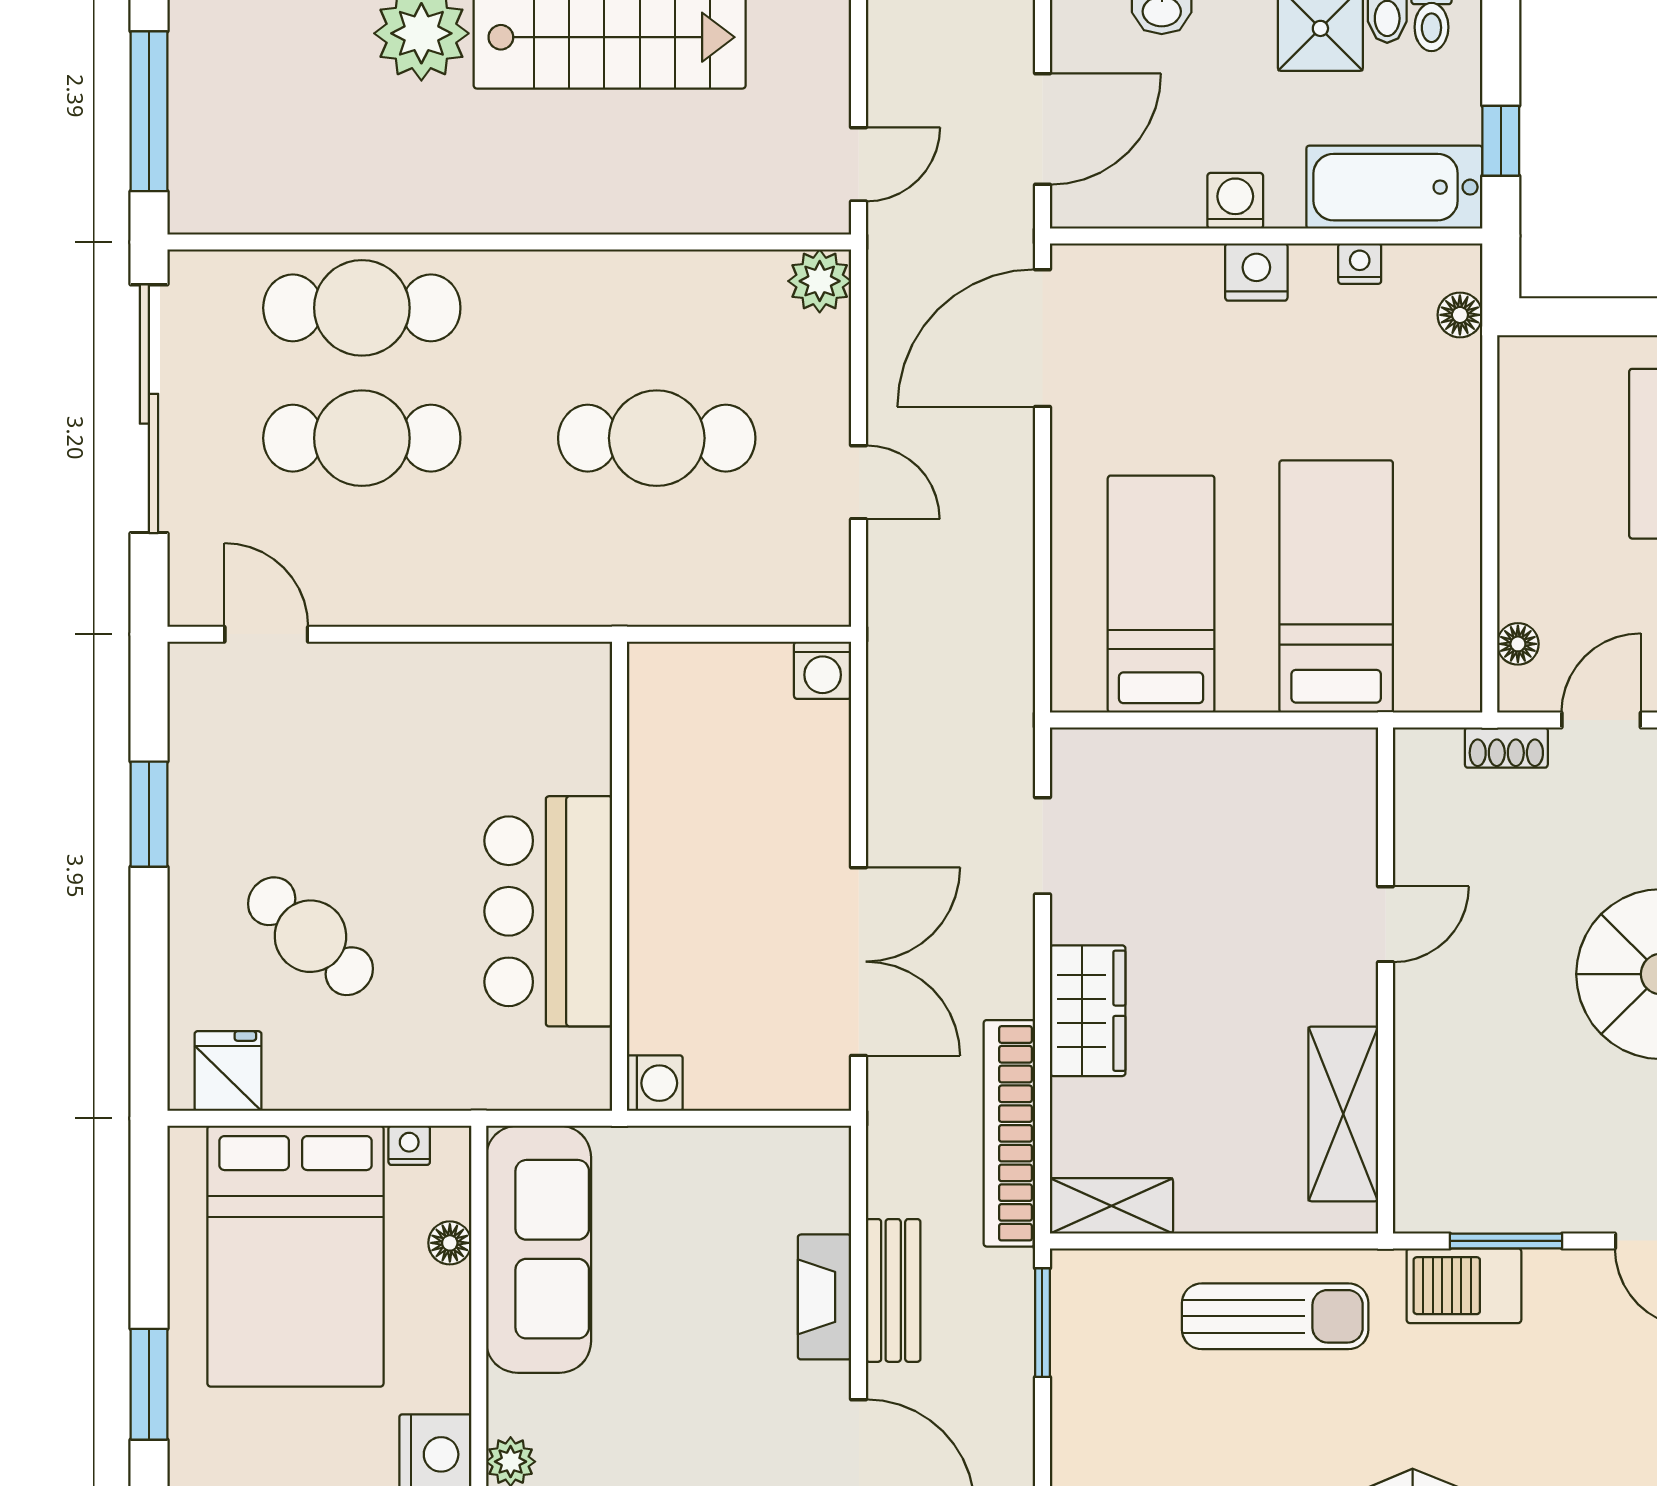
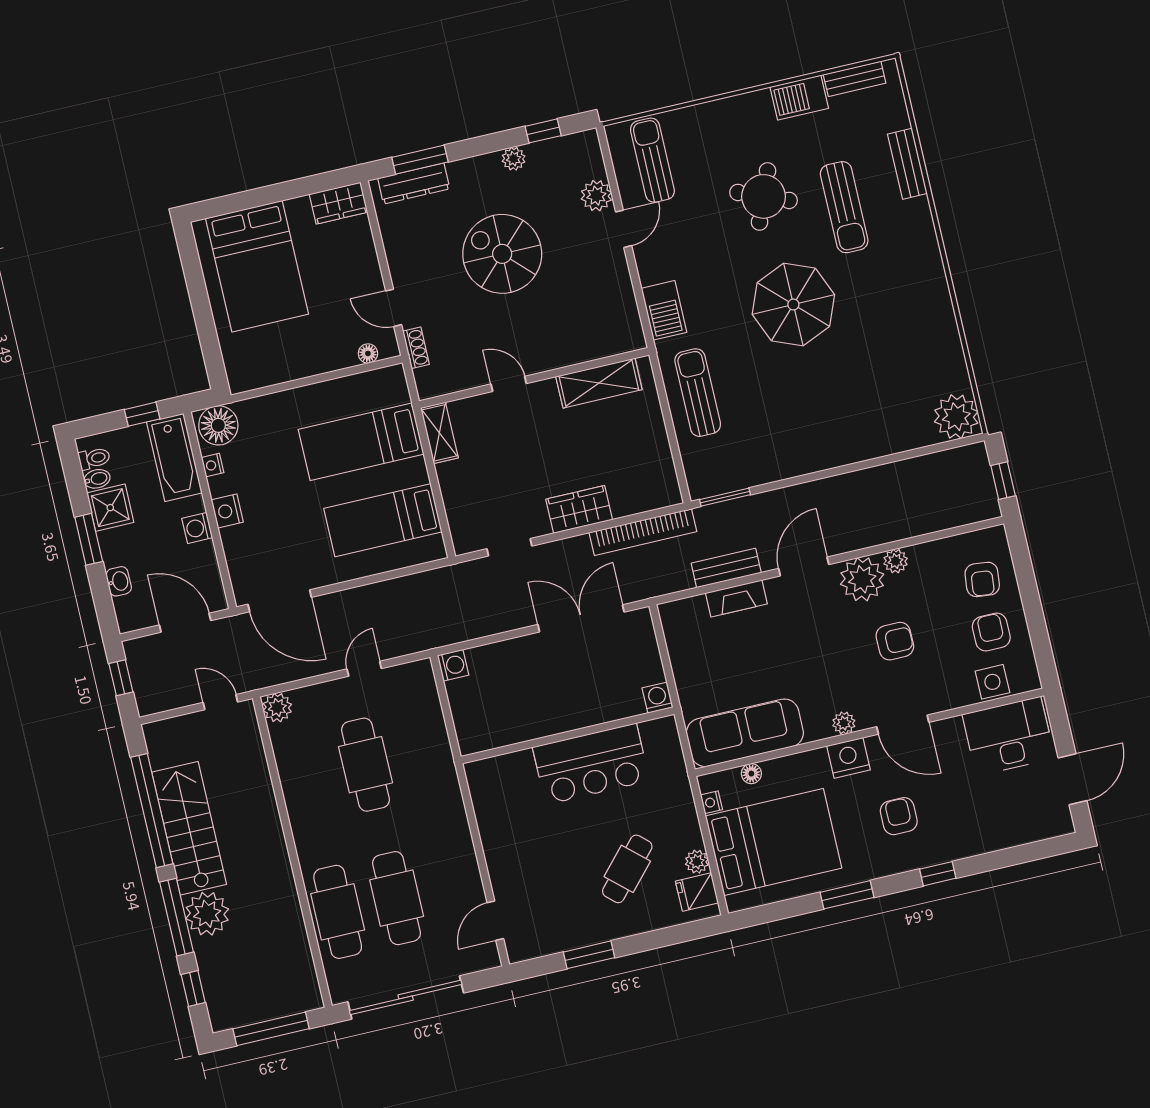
floor lamp: (1460, 315) -> (218, 425), width x1.89, depth x1.89
plant: (292, 1086) -> (697, 862), added
shelving: (1111, 1206) -> (439, 433), moved
window: (1506, 1241) -> (639, 296), removed

